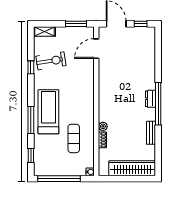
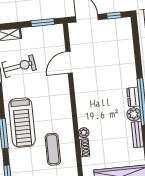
door: (96, 49) -> (69, 62), moved
treadmill: (48, 112) -> (22, 123), turned 180
plant: (149, 114) -> (134, 114), added

